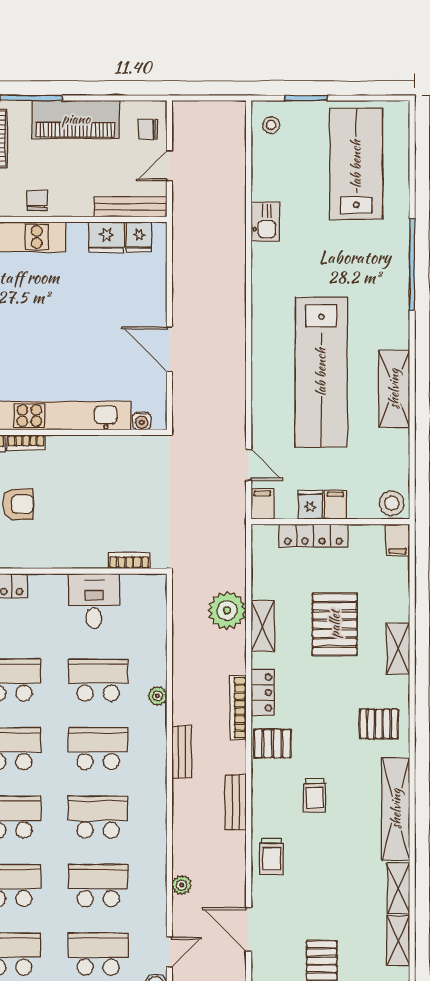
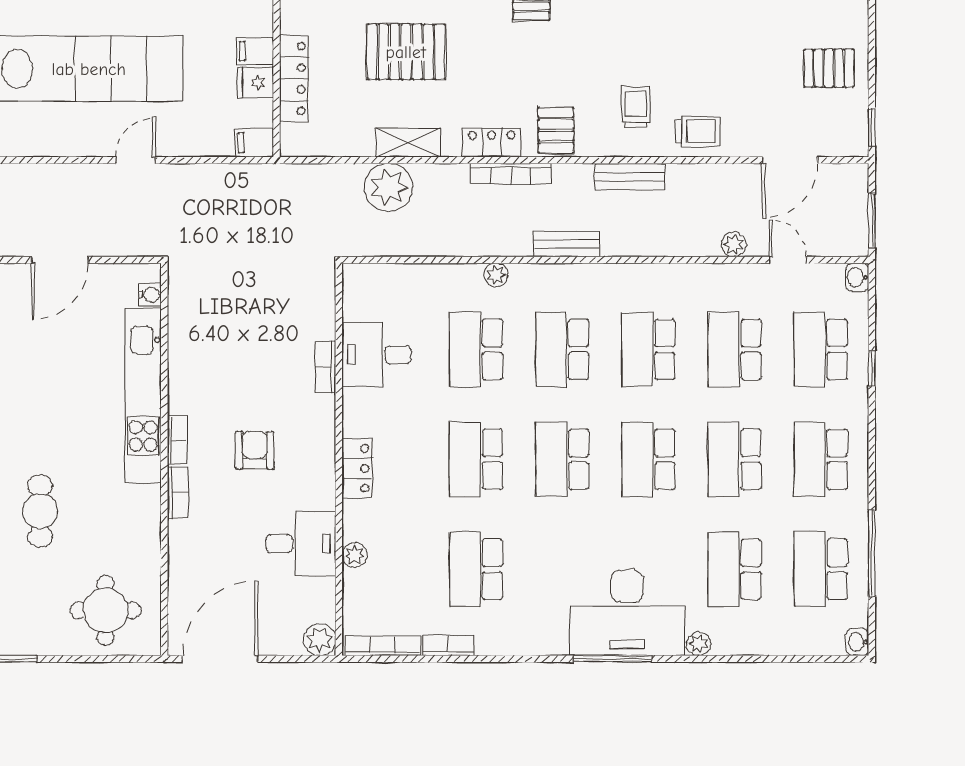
door: (249, 465) -> (136, 160), moved
bookcase: (129, 560) -> (325, 367), moved
trolley: (315, 795) -> (636, 107), moved, turned -90
door: (169, 952) -> (788, 260), moved

